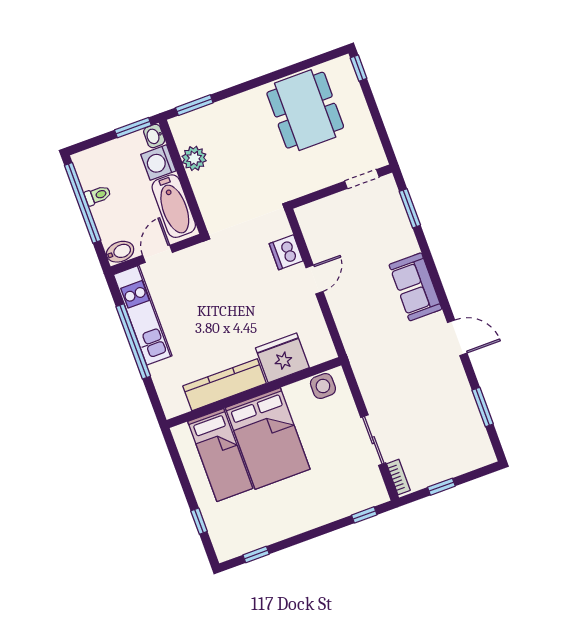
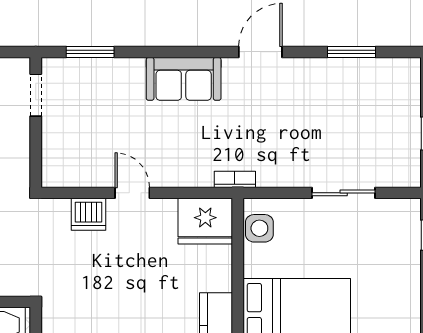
fridge: (282, 358) -> (205, 221), moved, turned -90
bookcase: (398, 477) -> (235, 179), moved

